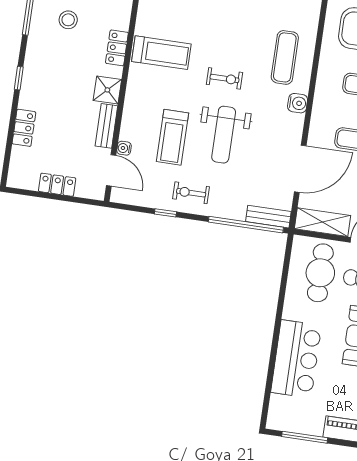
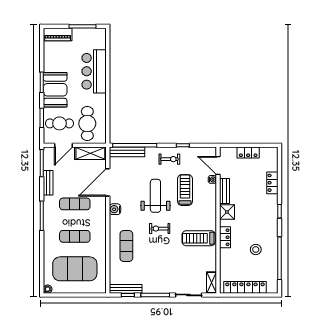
water cooler: (298, 103) -> (115, 209), moved
bench: (268, 217) -> (127, 152), width x1.36

